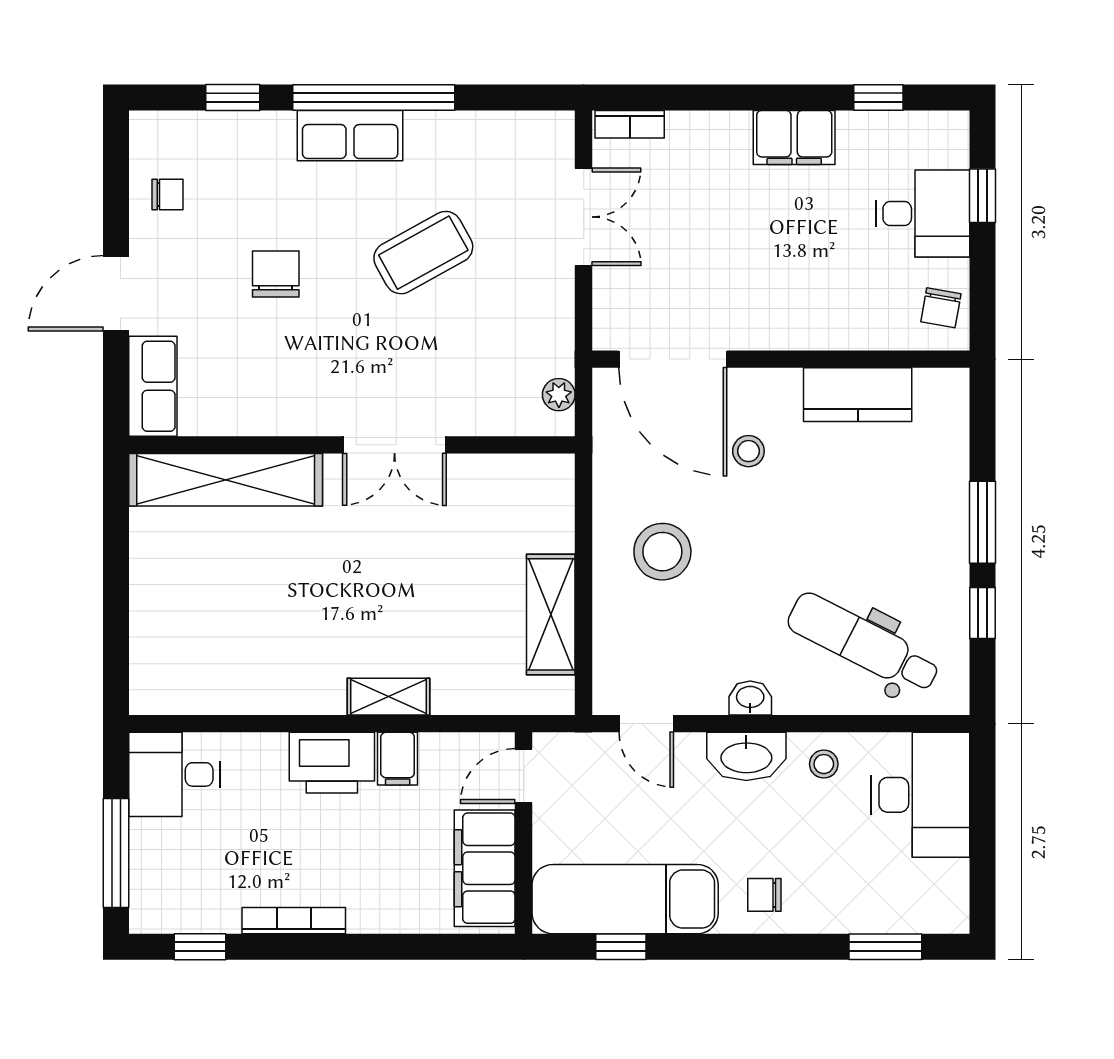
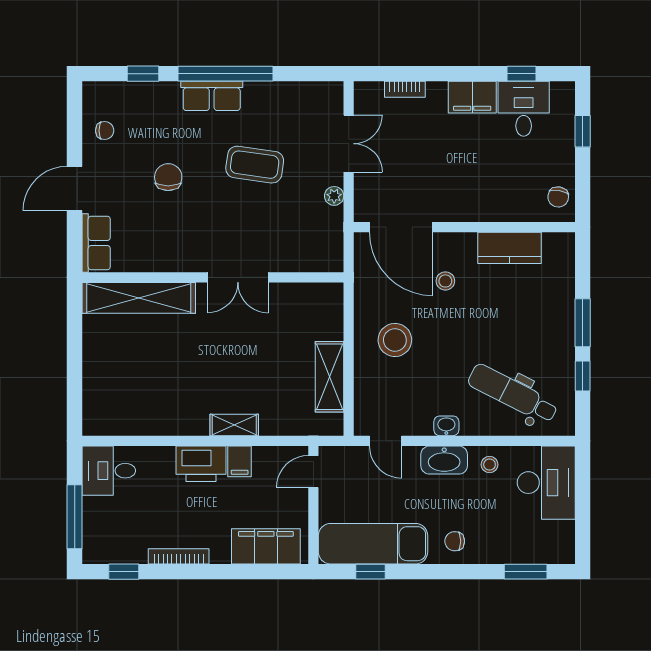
bookcase: (630, 124) -> (405, 89), moved
desk: (923, 214) -> (524, 109), moved, turned -90
coffee table: (423, 253) -> (255, 165), turned 37
plant: (559, 395) -> (334, 196), moved
filing cabinet: (485, 868) -> (266, 546), moved, turned 90

